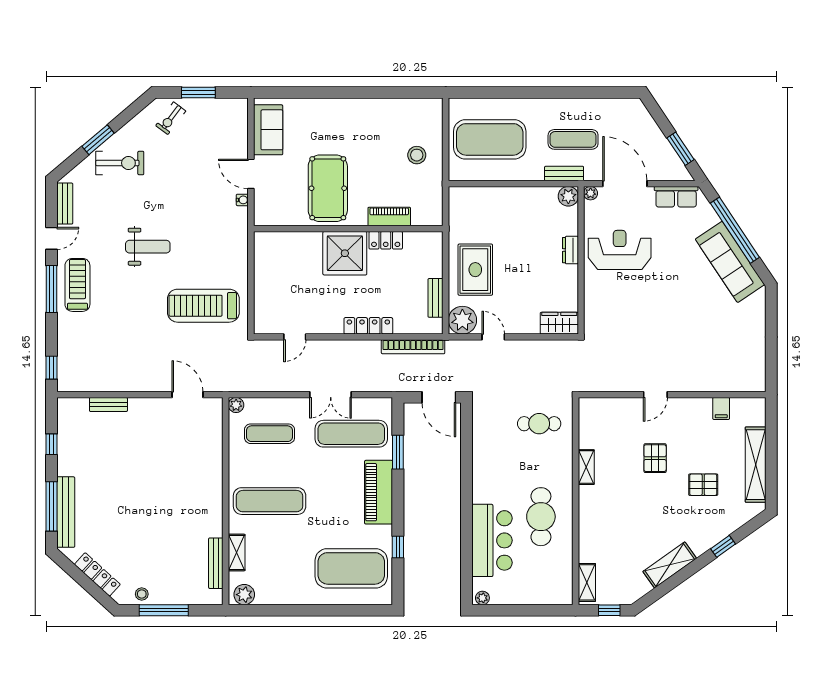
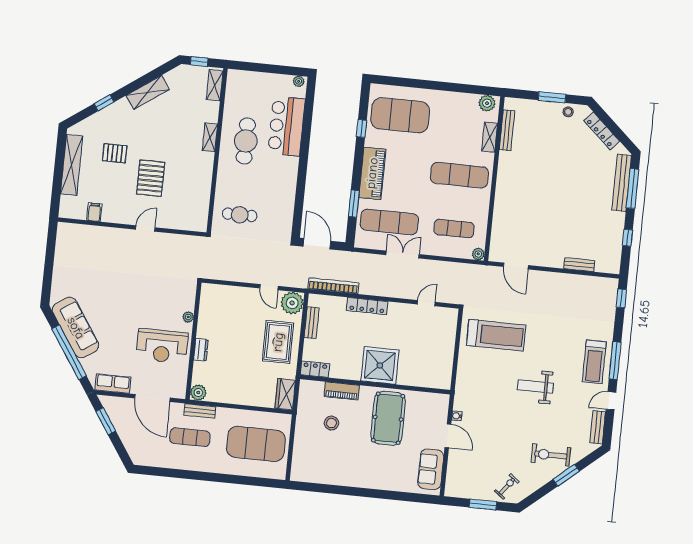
stool: (417, 155) -> (331, 423), moved
plant: (591, 193) -> (188, 317), moved
locker: (386, 240) -> (315, 369), moved
wardrobe: (559, 323) -> (285, 394), moved, turned 90
pallet: (655, 458) -> (151, 178), width x1.50, depth x1.42
shelving: (586, 467) -> (210, 137), moved
window: (164, 610) -> (552, 97), width x0.69

